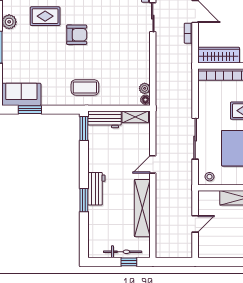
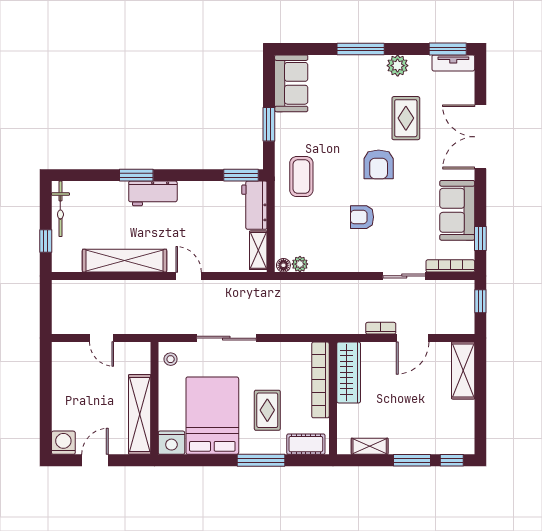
armchair: (113, 46) -> (362, 217), added
window: (30, 110) -> (269, 124), moved
bicycle: (123, 252) -> (60, 209), moved

